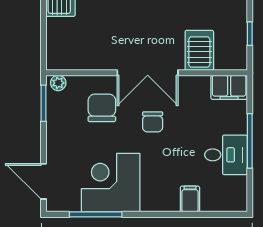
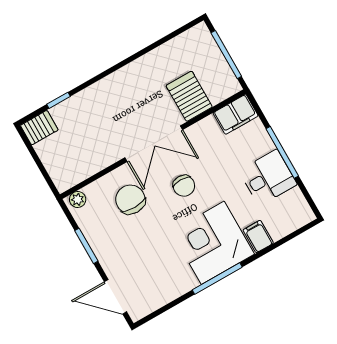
window: (250, 34) -> (226, 55), width x2.17
window: (43, 103) -> (86, 246), moved
corner desk: (111, 183) -> (213, 243), moved
window: (96, 214) -> (217, 278), moved

